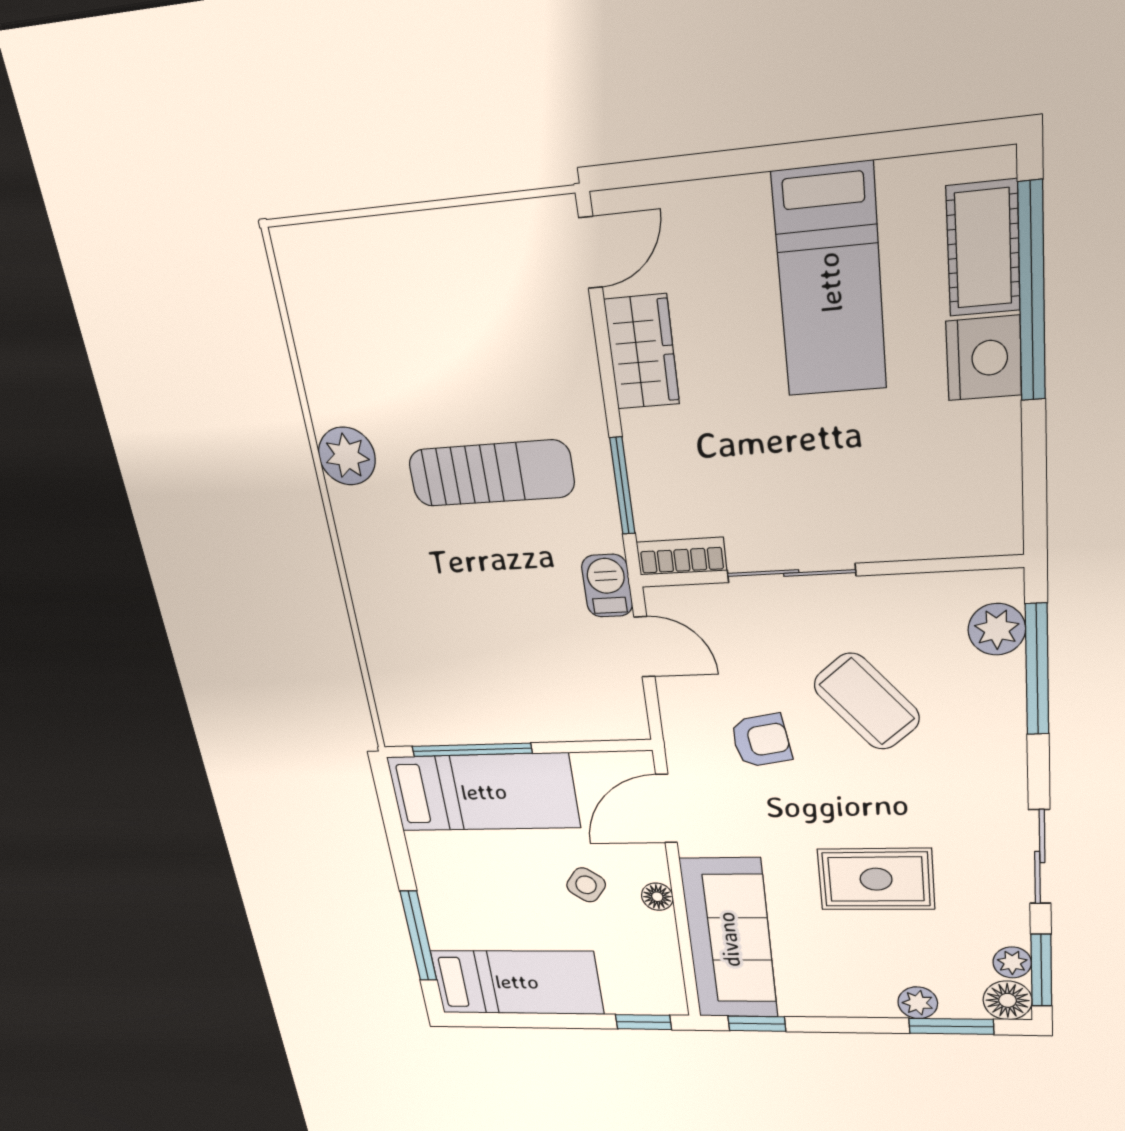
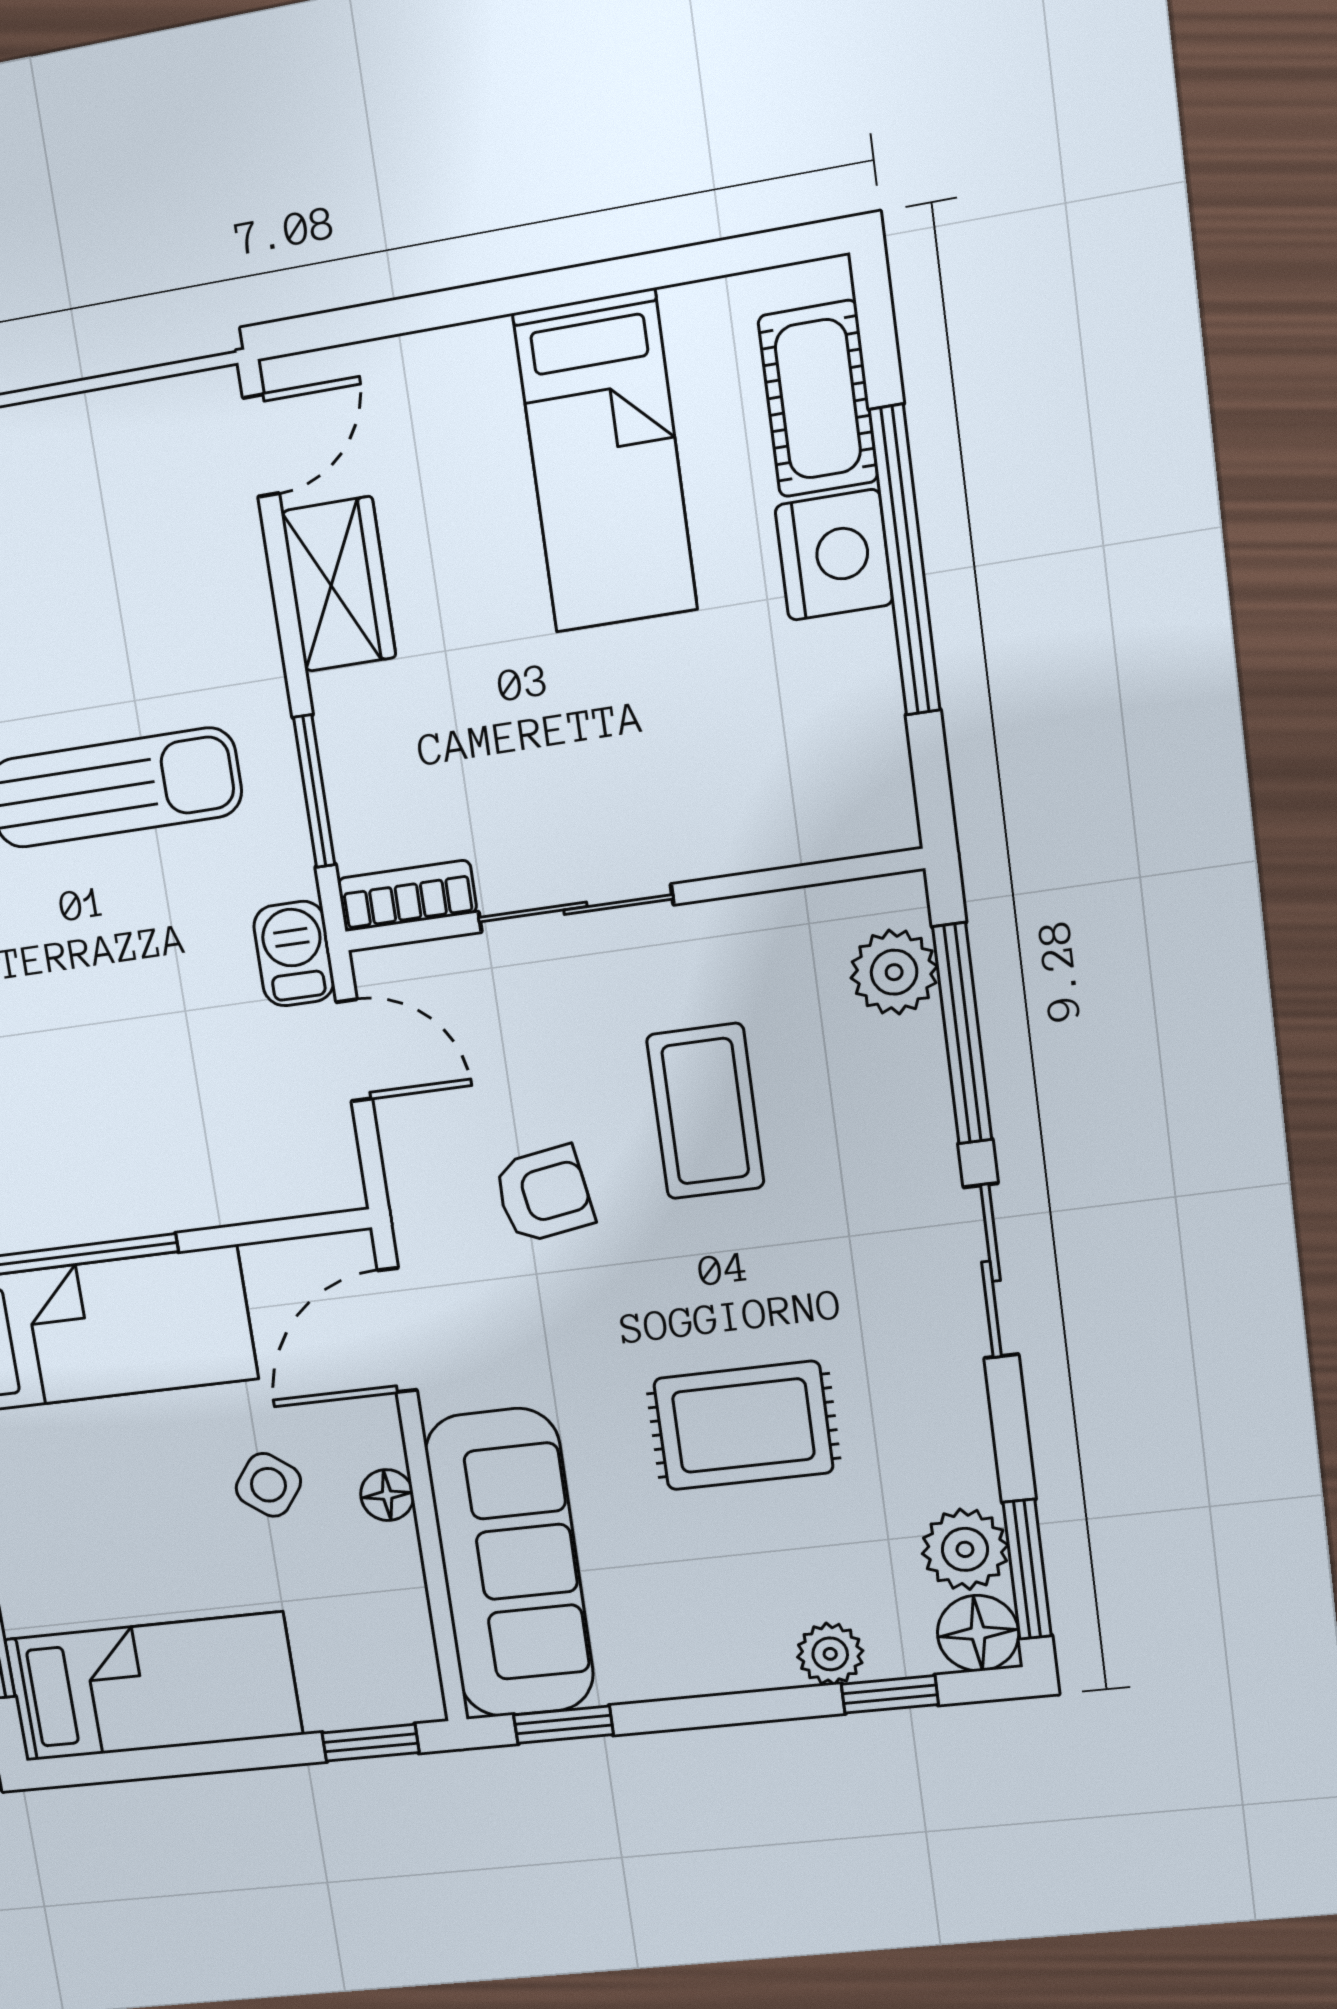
window: (1032, 293) -> (905, 561), moved
coffee table: (867, 702) -> (705, 1111), turned 40
sliding door: (1040, 857) -> (991, 1271), moved
plant: (1012, 962) -> (965, 1549), width x1.38, depth x1.38
window: (951, 1026) -> (890, 1694), width x0.67

